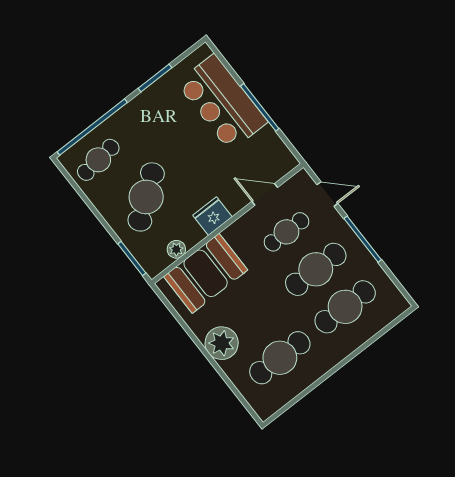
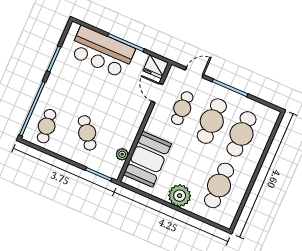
door: (265, 194) -> (157, 93), hinge flipped
cafe table: (146, 197) -> (87, 133), width x0.73, depth x0.74
fridge: (212, 216) -> (156, 67), moved, turned -90

